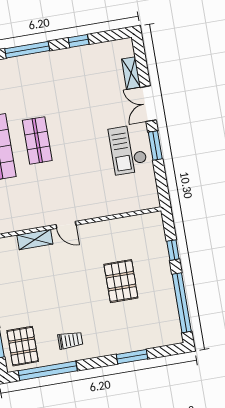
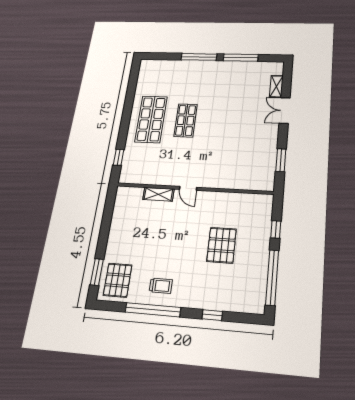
window: (79, 41) -> (241, 58), width x2.17
window: (155, 146) -> (281, 160), moved
checkout: (128, 150) -> (258, 141), removed
window: (132, 357) -> (212, 315), width x0.67
window: (48, 371) -> (153, 310), moved

